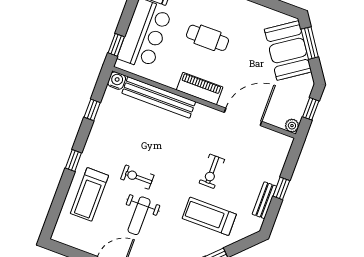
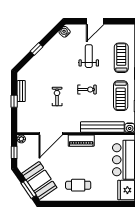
cafe table: (208, 38) -> (78, 185), moved
exercise bike: (137, 177) -> (87, 90), moved
treadmill: (209, 216) -> (121, 96), moved, turned 90

